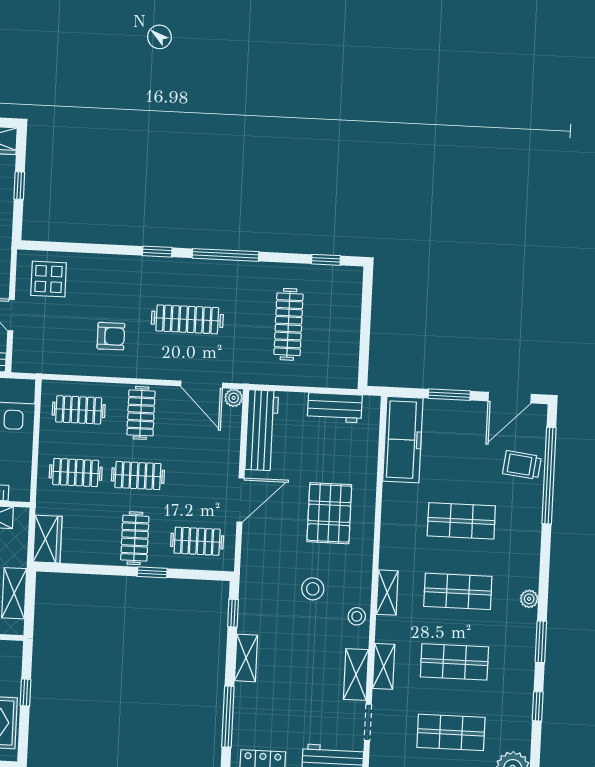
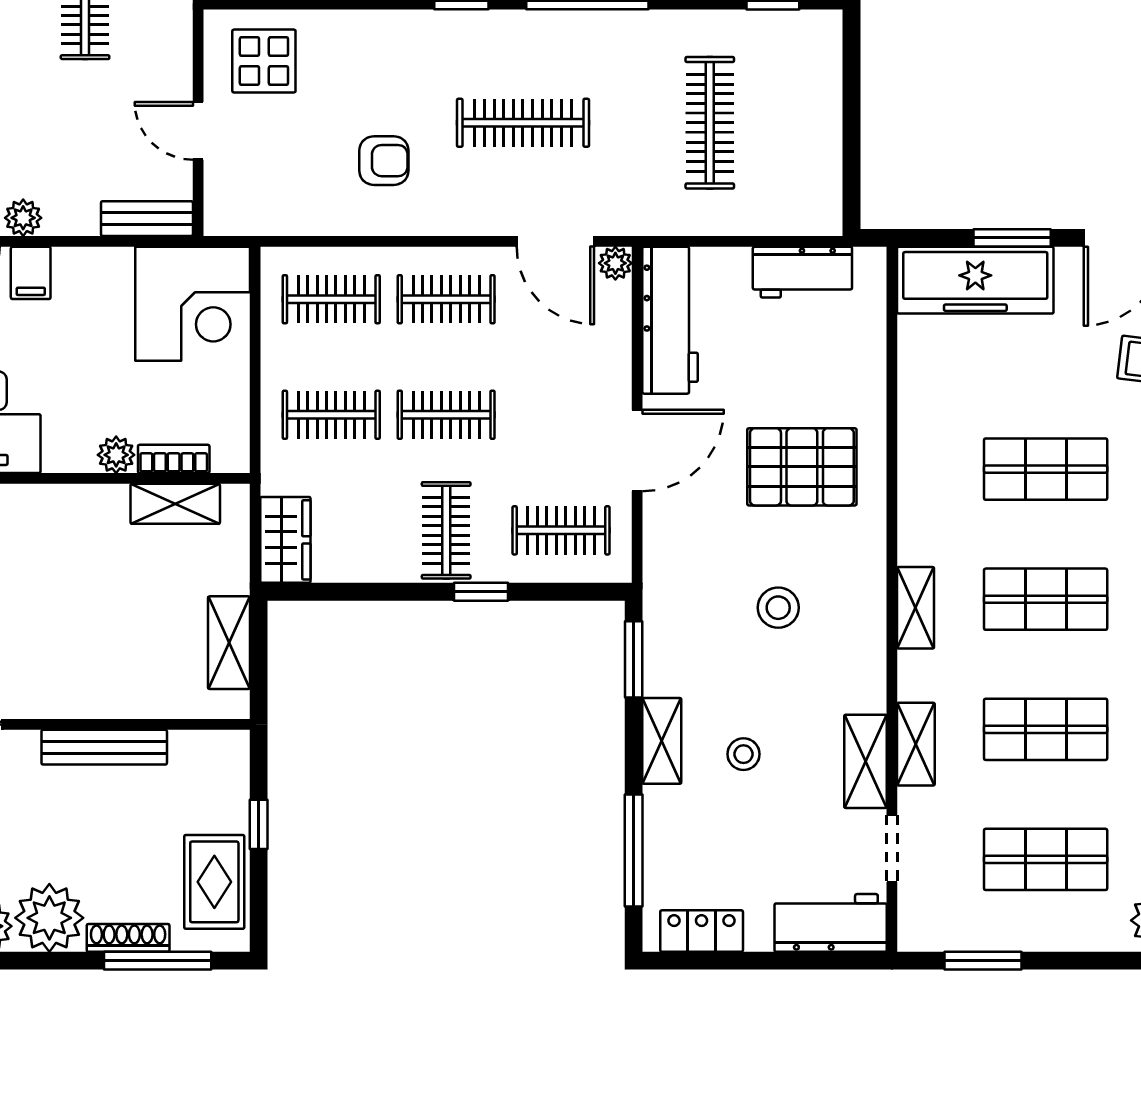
clothes rail: (141, 413) -> (446, 299), turned 90
freezer: (403, 440) -> (975, 280), moved, turned 90
pallet: (329, 513) -> (802, 467), turned 90
window: (233, 613) -> (634, 659), width x1.50
stool: (357, 616) -> (743, 754), moved

